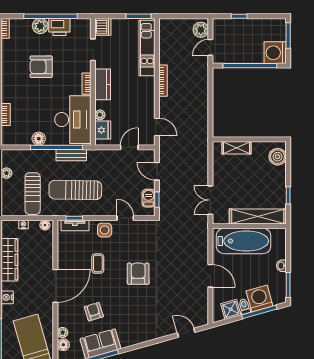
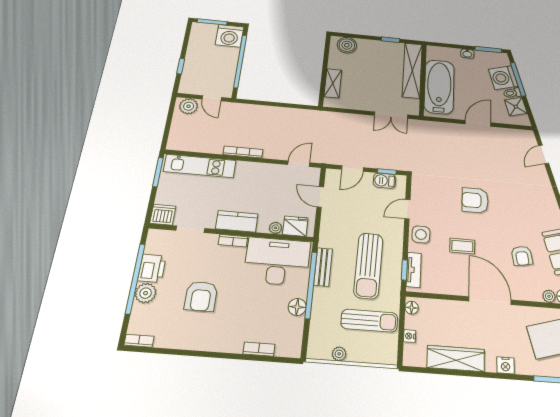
armchair: (94, 312) -> (522, 256), turned -83

